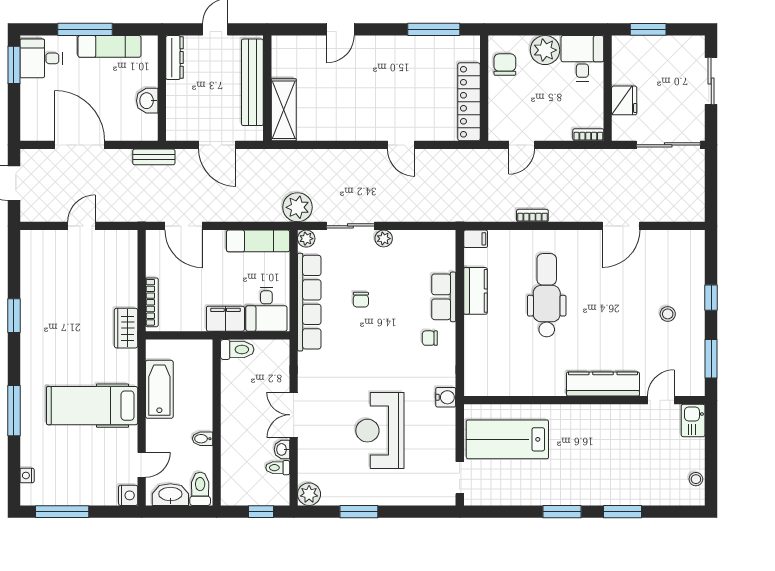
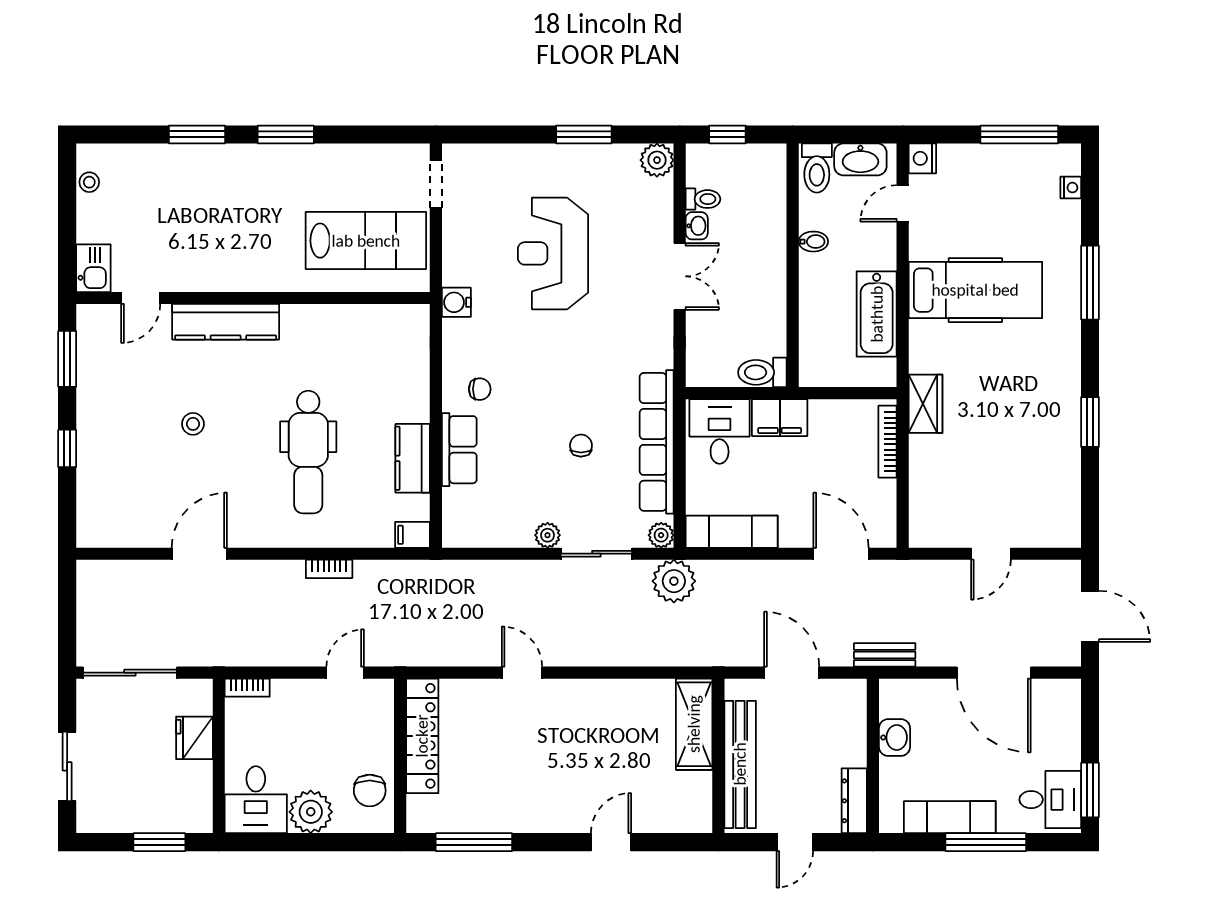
stool: (668, 314) -> (193, 424), moved
reception desk: (380, 431) -> (553, 253), turned 180

